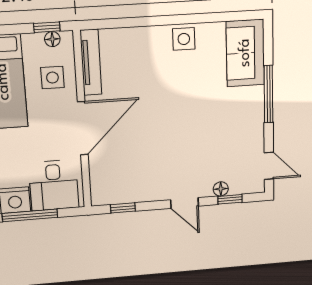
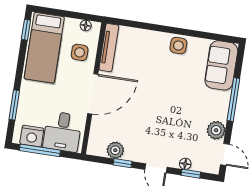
window: (47, 27) -> (84, 16), removed
plant: (253, 138) -> (216, 130), added
plant: (128, 193) -> (115, 150), added
window: (123, 208) -> (122, 163), moved

